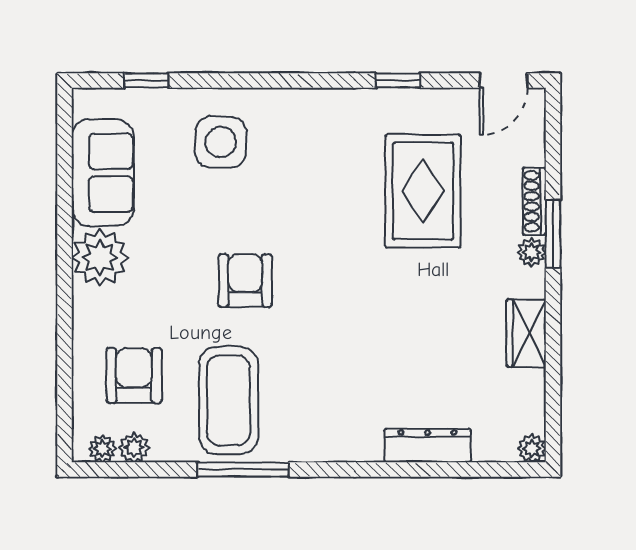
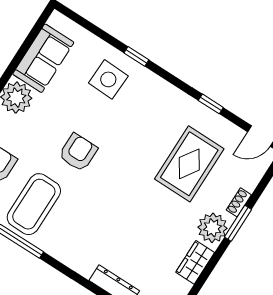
window: (146, 81) -> (136, 56), moved
shoe rack: (534, 201) -> (239, 202), width x0.70
plant: (532, 252) -> (213, 228), width x1.87, depth x1.87

